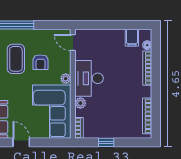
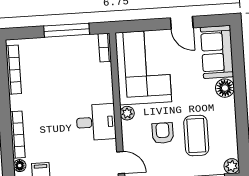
desk: (89, 78) -> (96, 122), width x0.73
plant: (80, 103) -> (105, 81), removed
window: (106, 142) -> (67, 30), width x2.17

